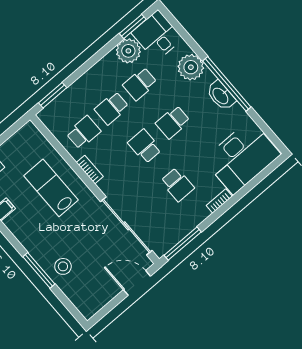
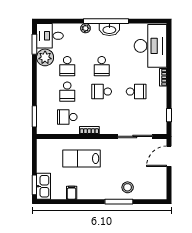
plant: (191, 67) -> (85, 28), width x0.53, depth x0.53
school desk: (83, 132) -> (67, 117), turned -90
sliding door: (126, 226) -> (135, 136), width x0.73
window: (183, 244) -> (169, 115), width x0.46

